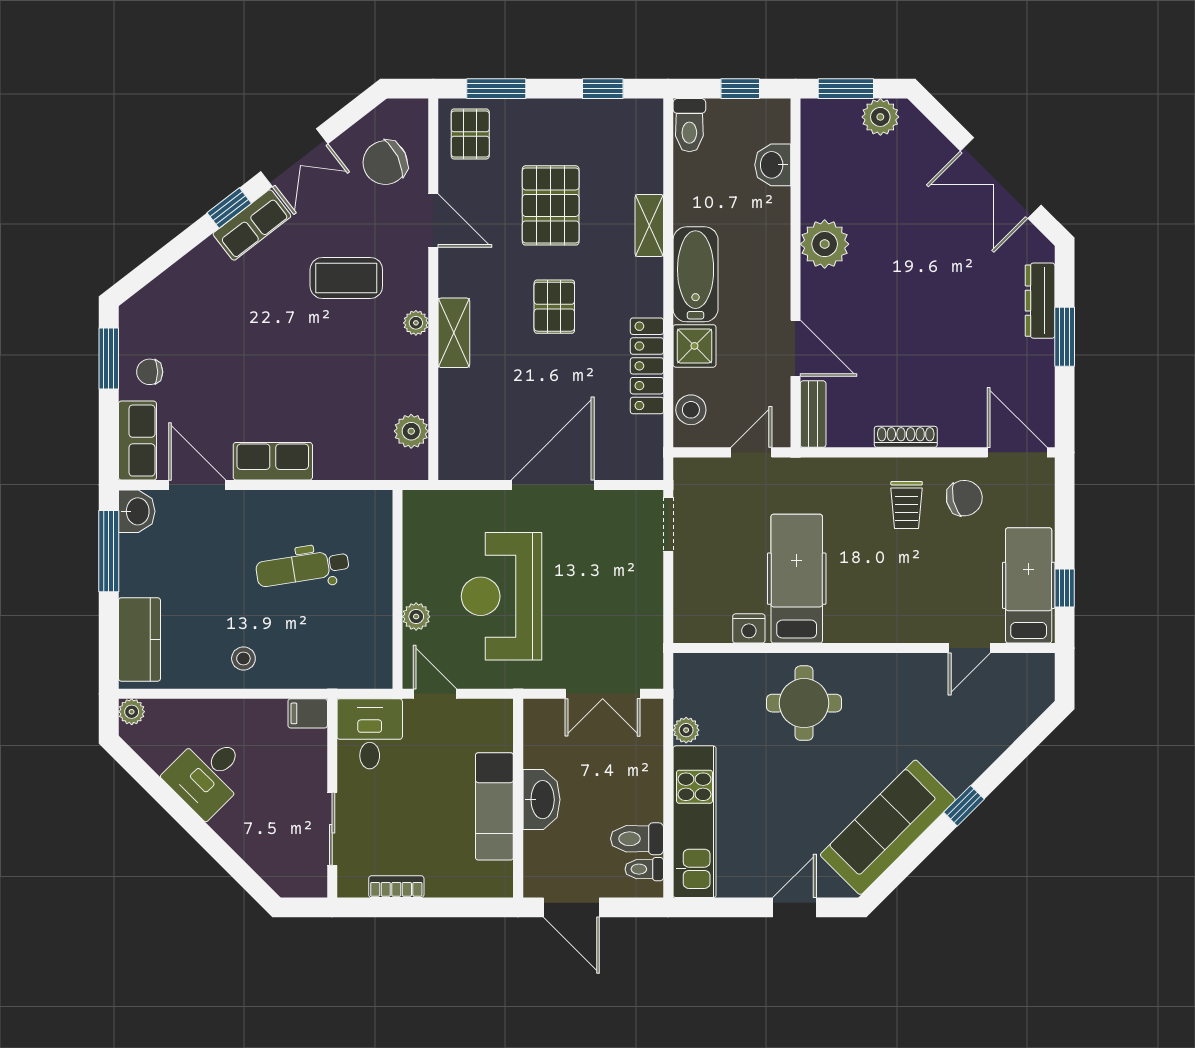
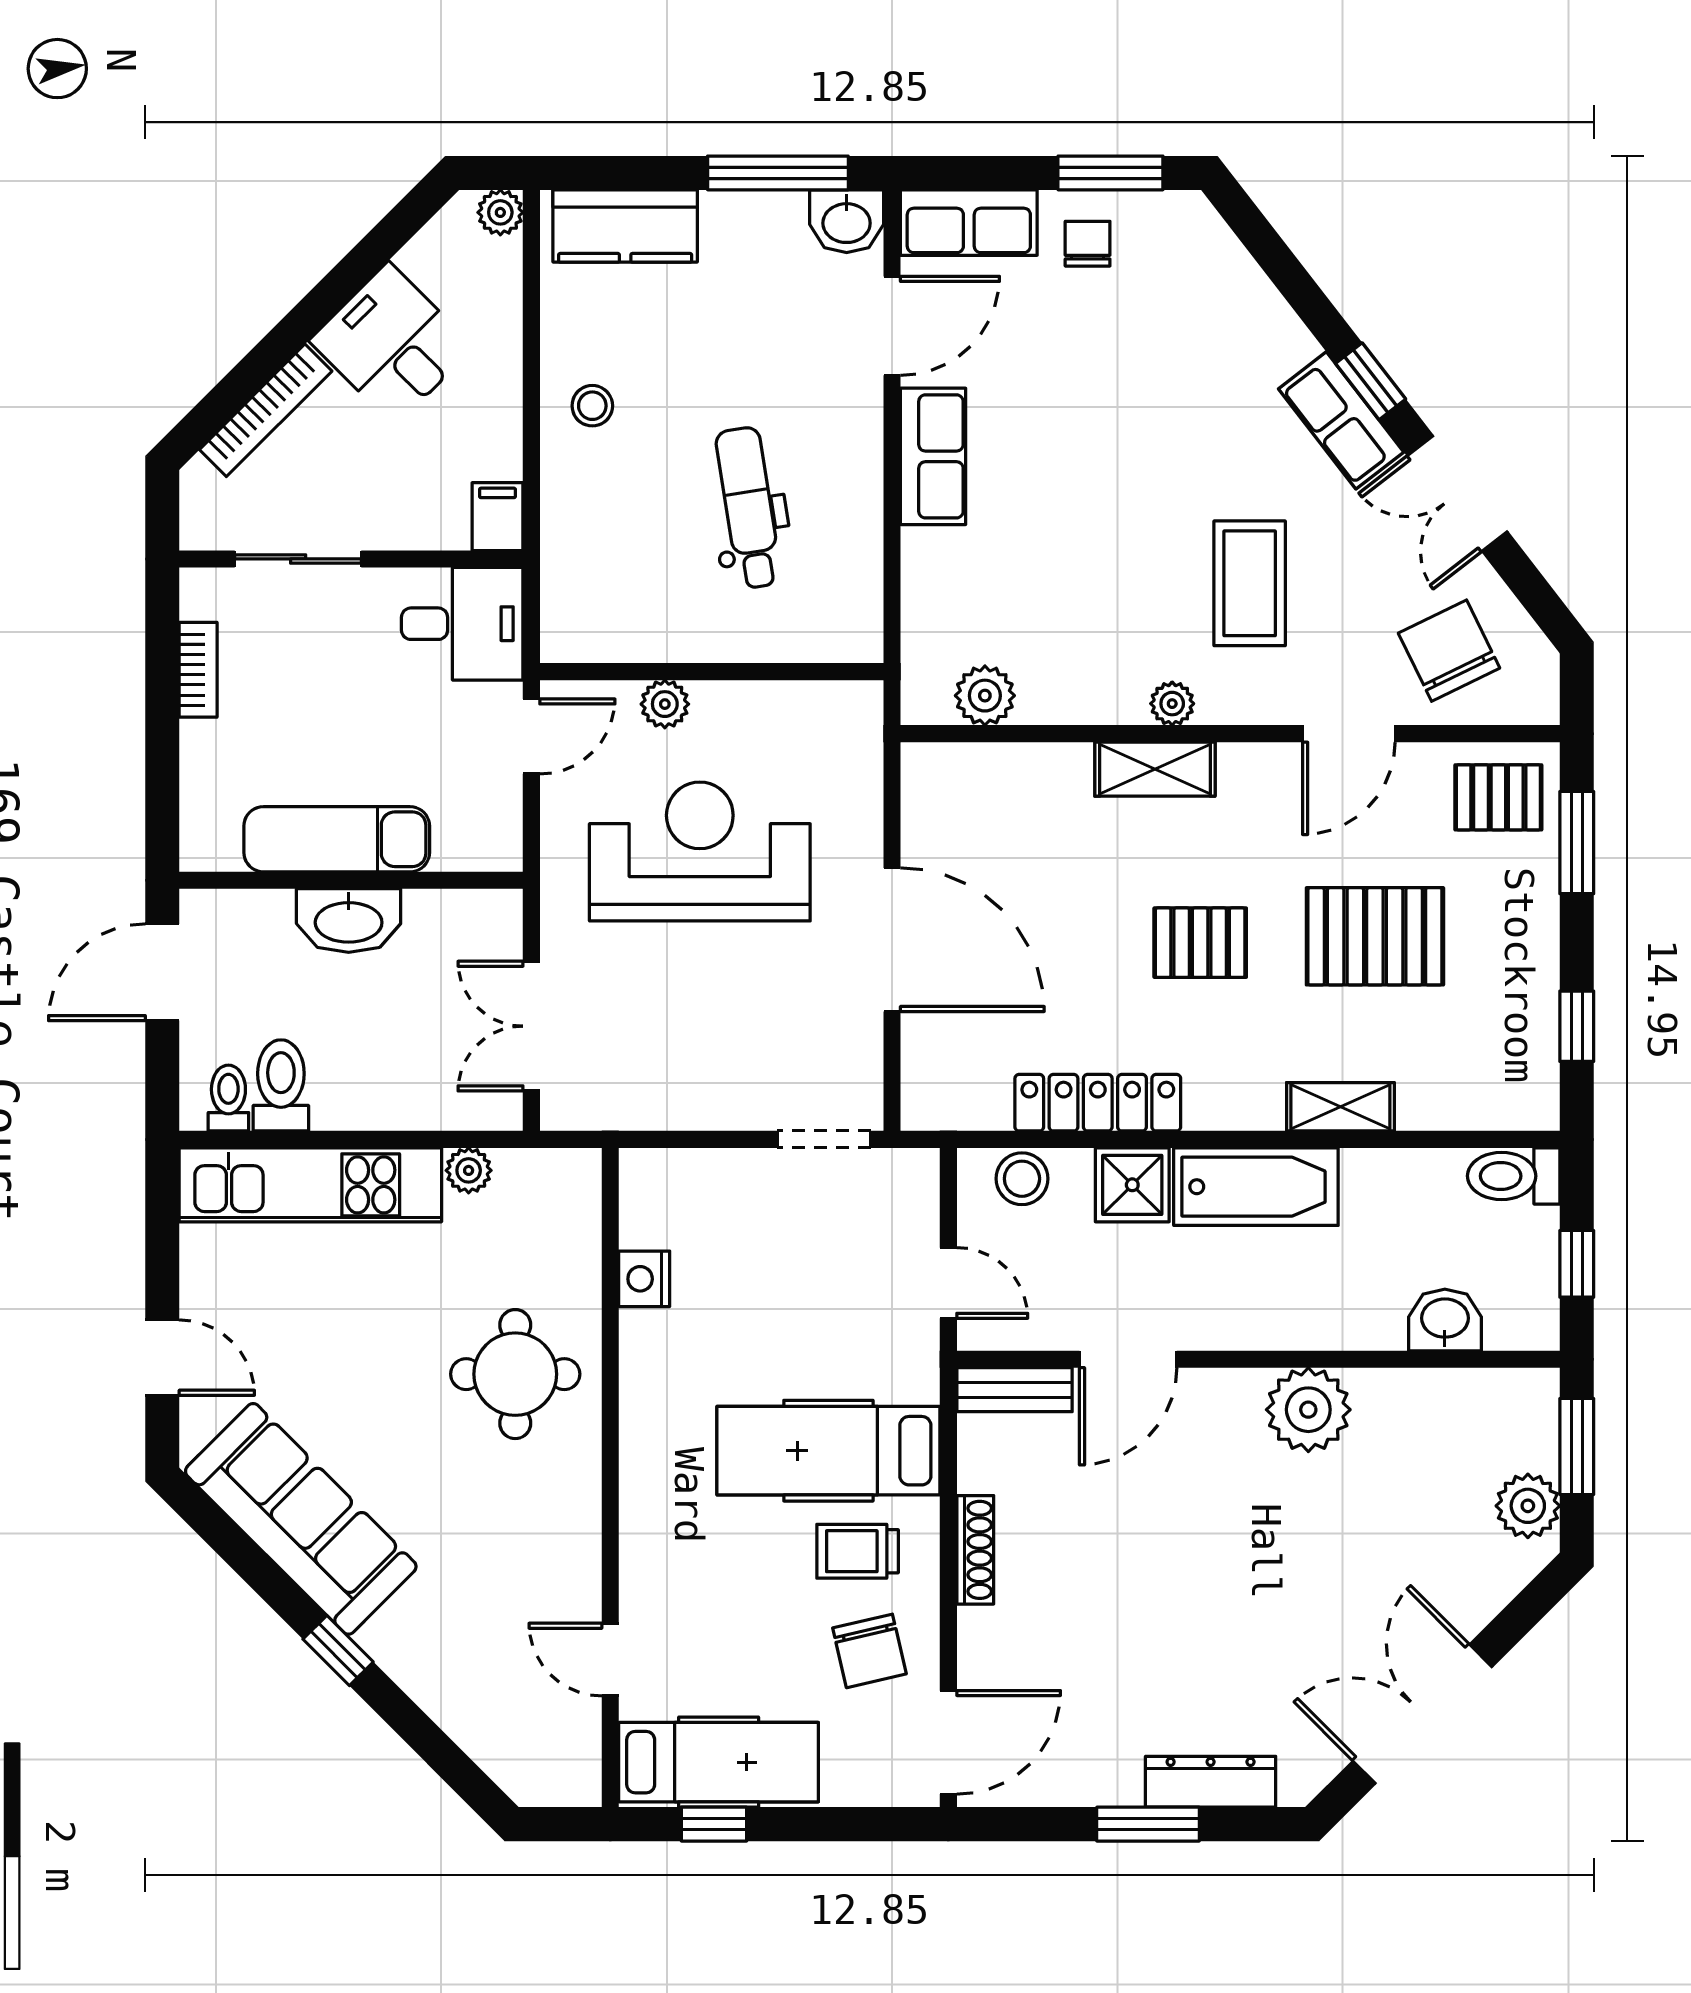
hospital bed: (797, 579) -> (828, 1451), moved, turned 180
bookcase: (246, 848) -> (266, 410), added

